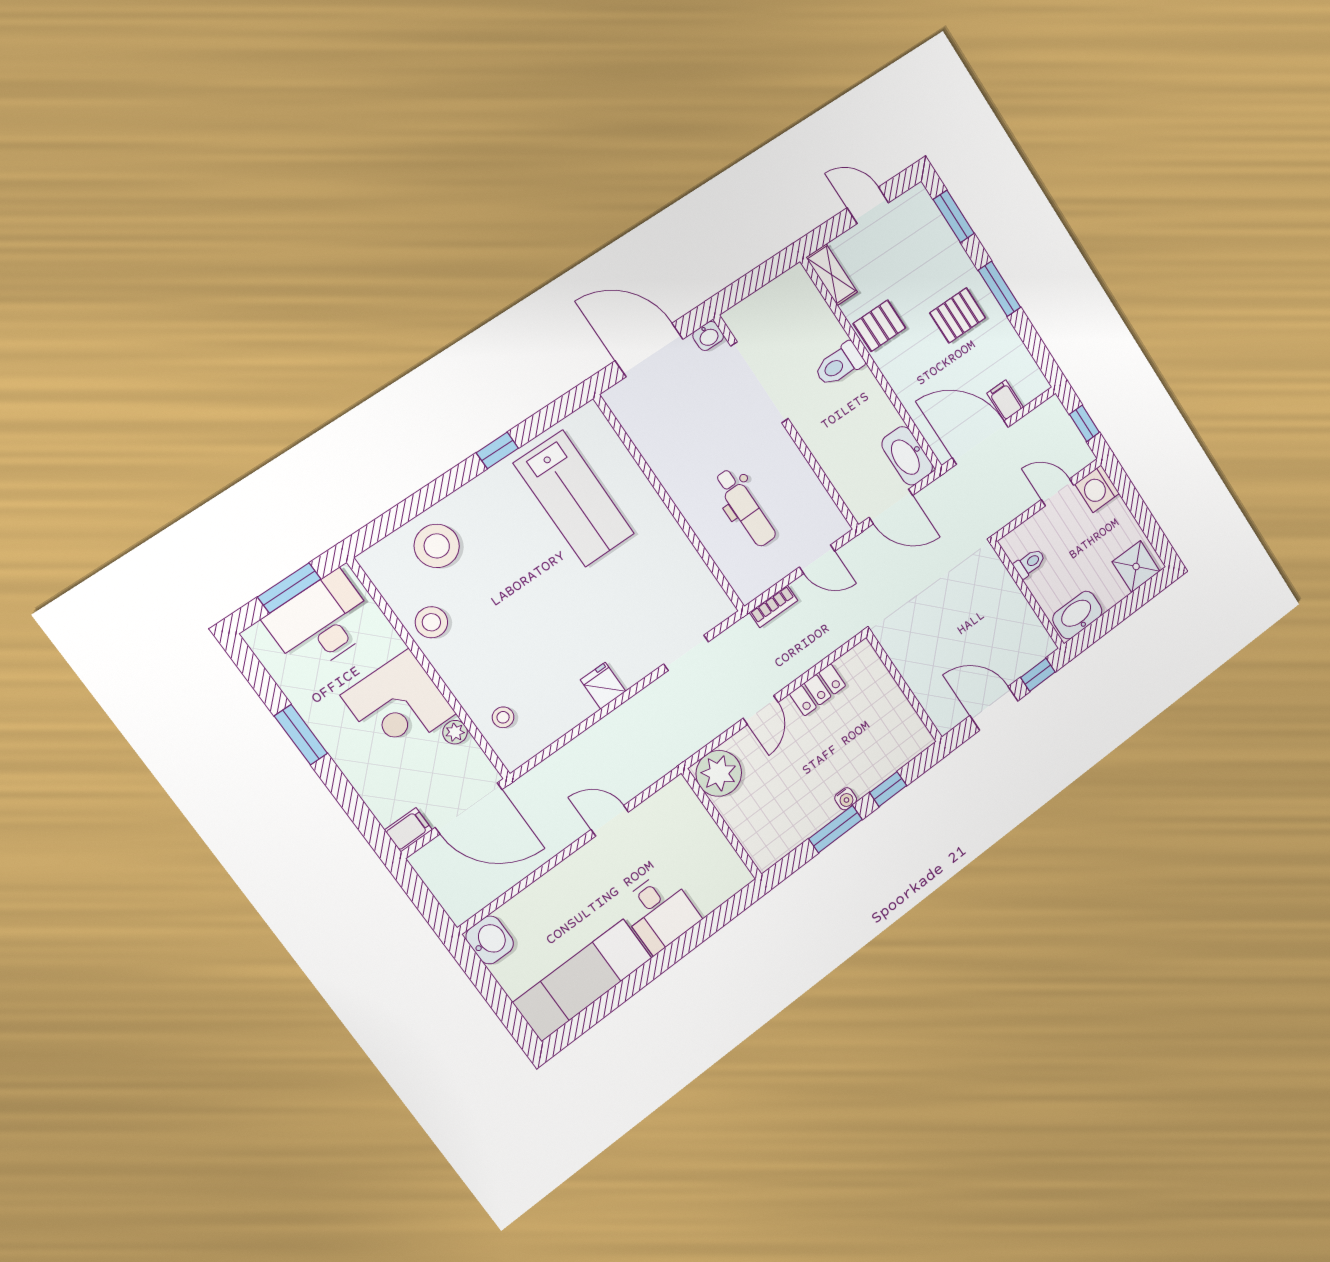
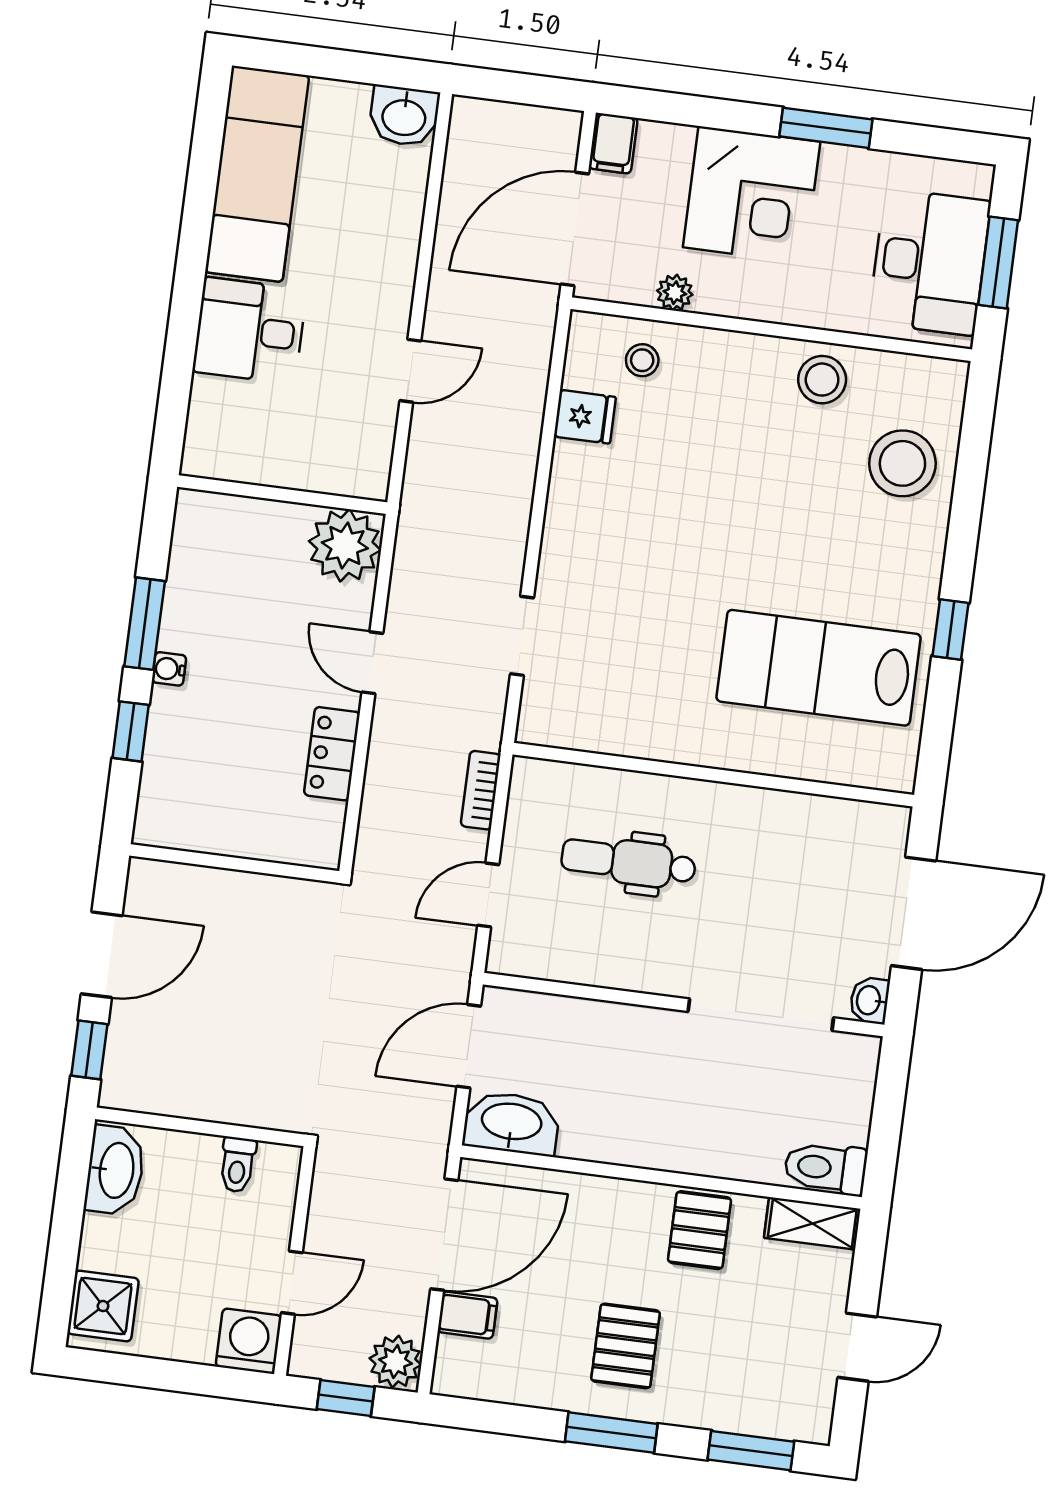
toilet: (839, 364) -> (826, 1168), moved, turned -90
plant: (1051, 415) -> (395, 1362), added
fridge: (603, 686) -> (585, 417), moved
corner desk: (399, 704) -> (752, 195), moved, turned 180

